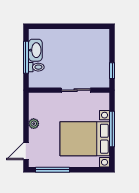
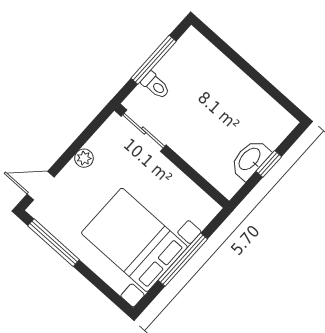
washbasin: (35, 50) -> (250, 159), moved, turned 180
window: (112, 71) -> (269, 164), moved
sliding door: (76, 90) -> (144, 131), moved

